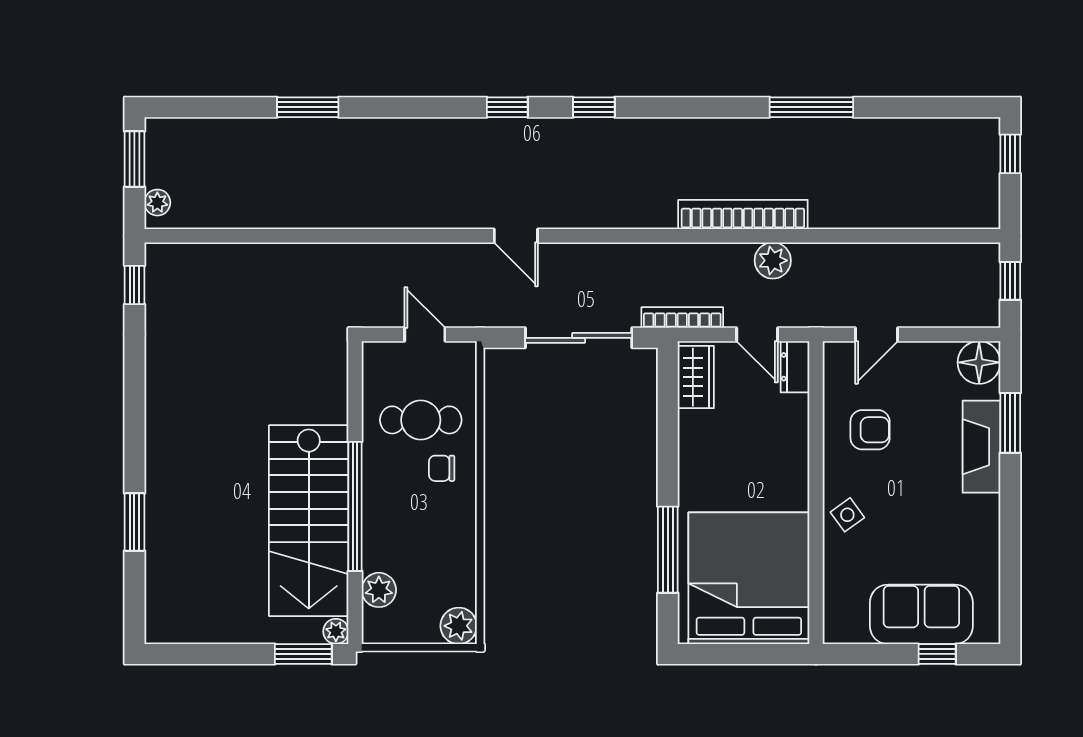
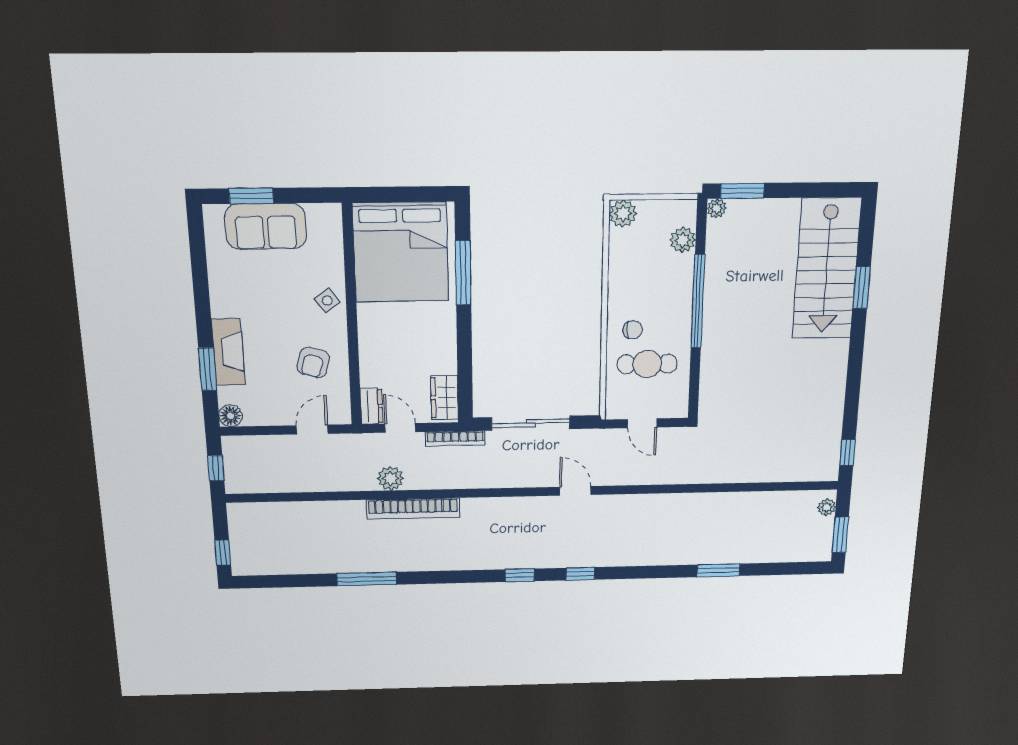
floor lamp: (979, 362) -> (231, 416), width x0.73, depth x0.73
armchair: (870, 430) -> (313, 363), turned -74
stairs: (309, 521) -> (826, 269), moved, turned 180
window: (937, 654) -> (251, 196), width x1.50

